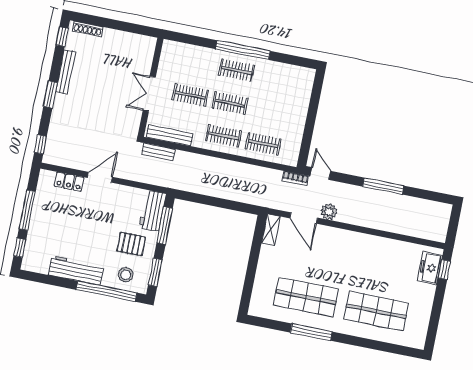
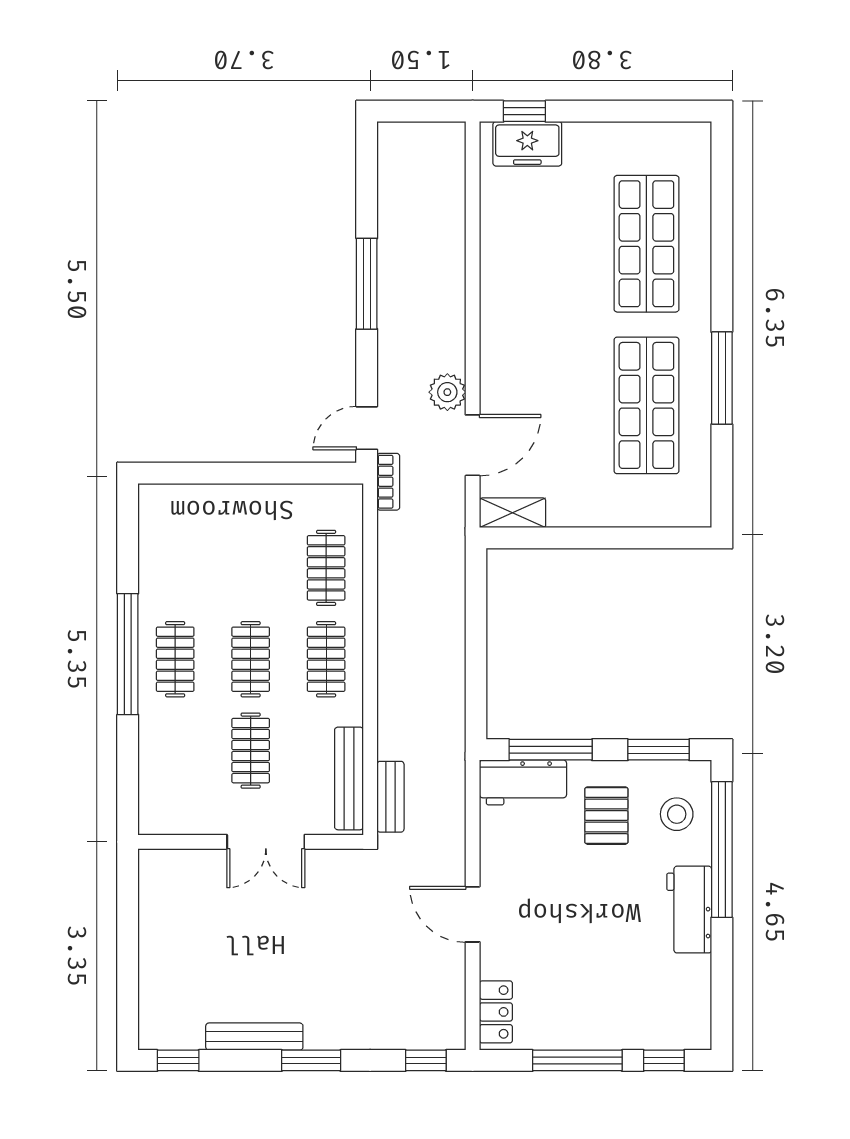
shoe rack: (88, 29) -> (149, 1007), removed
locker: (69, 182) -> (496, 1012), moved
workbench: (76, 270) -> (689, 910), width x0.73

